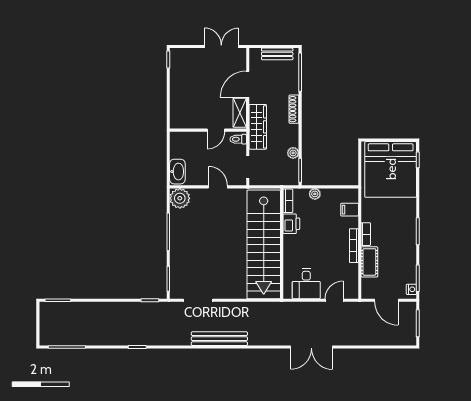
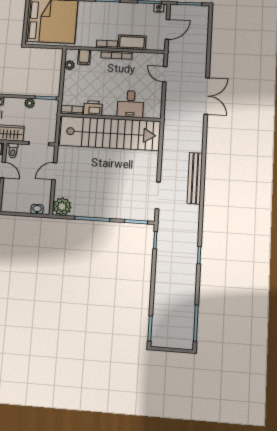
washbasin: (177, 172) -> (37, 209), width x0.52, depth x0.69
plant: (315, 194) -> (69, 65), moved
desk: (306, 284) -> (130, 104), moved, turned 90

